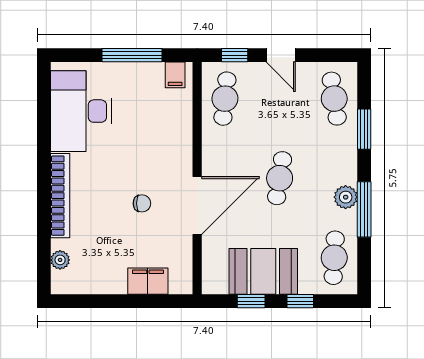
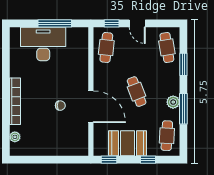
filing cabinet: (175, 75) -> (79, 34), removed
desk: (81, 111) -> (43, 44), moved, turned 90
cafe table: (280, 178) -> (137, 92), turned -30
door: (197, 206) -> (91, 107), hinge flipped
filing cabinet: (148, 281) -> (64, 149), removed
window: (251, 301) -> (109, 160), moved

